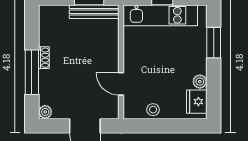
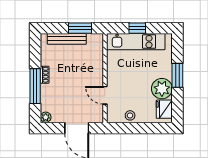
bench: (94, 12) -> (67, 39), moved
window: (214, 43) -> (177, 75), moved
plant: (200, 82) -> (162, 89), width x1.88, depth x1.88

